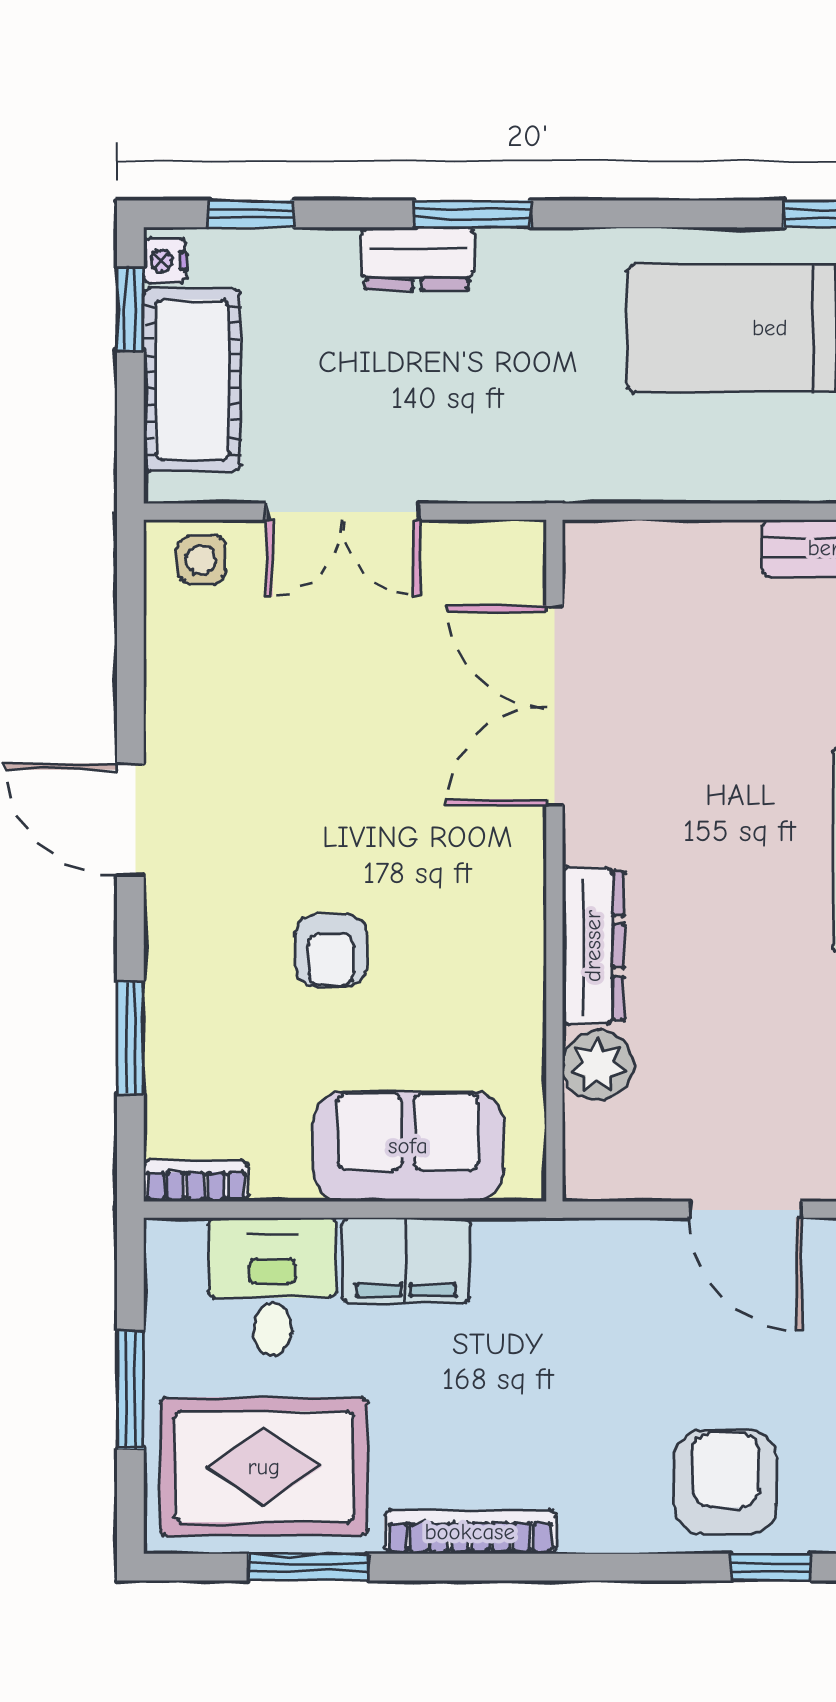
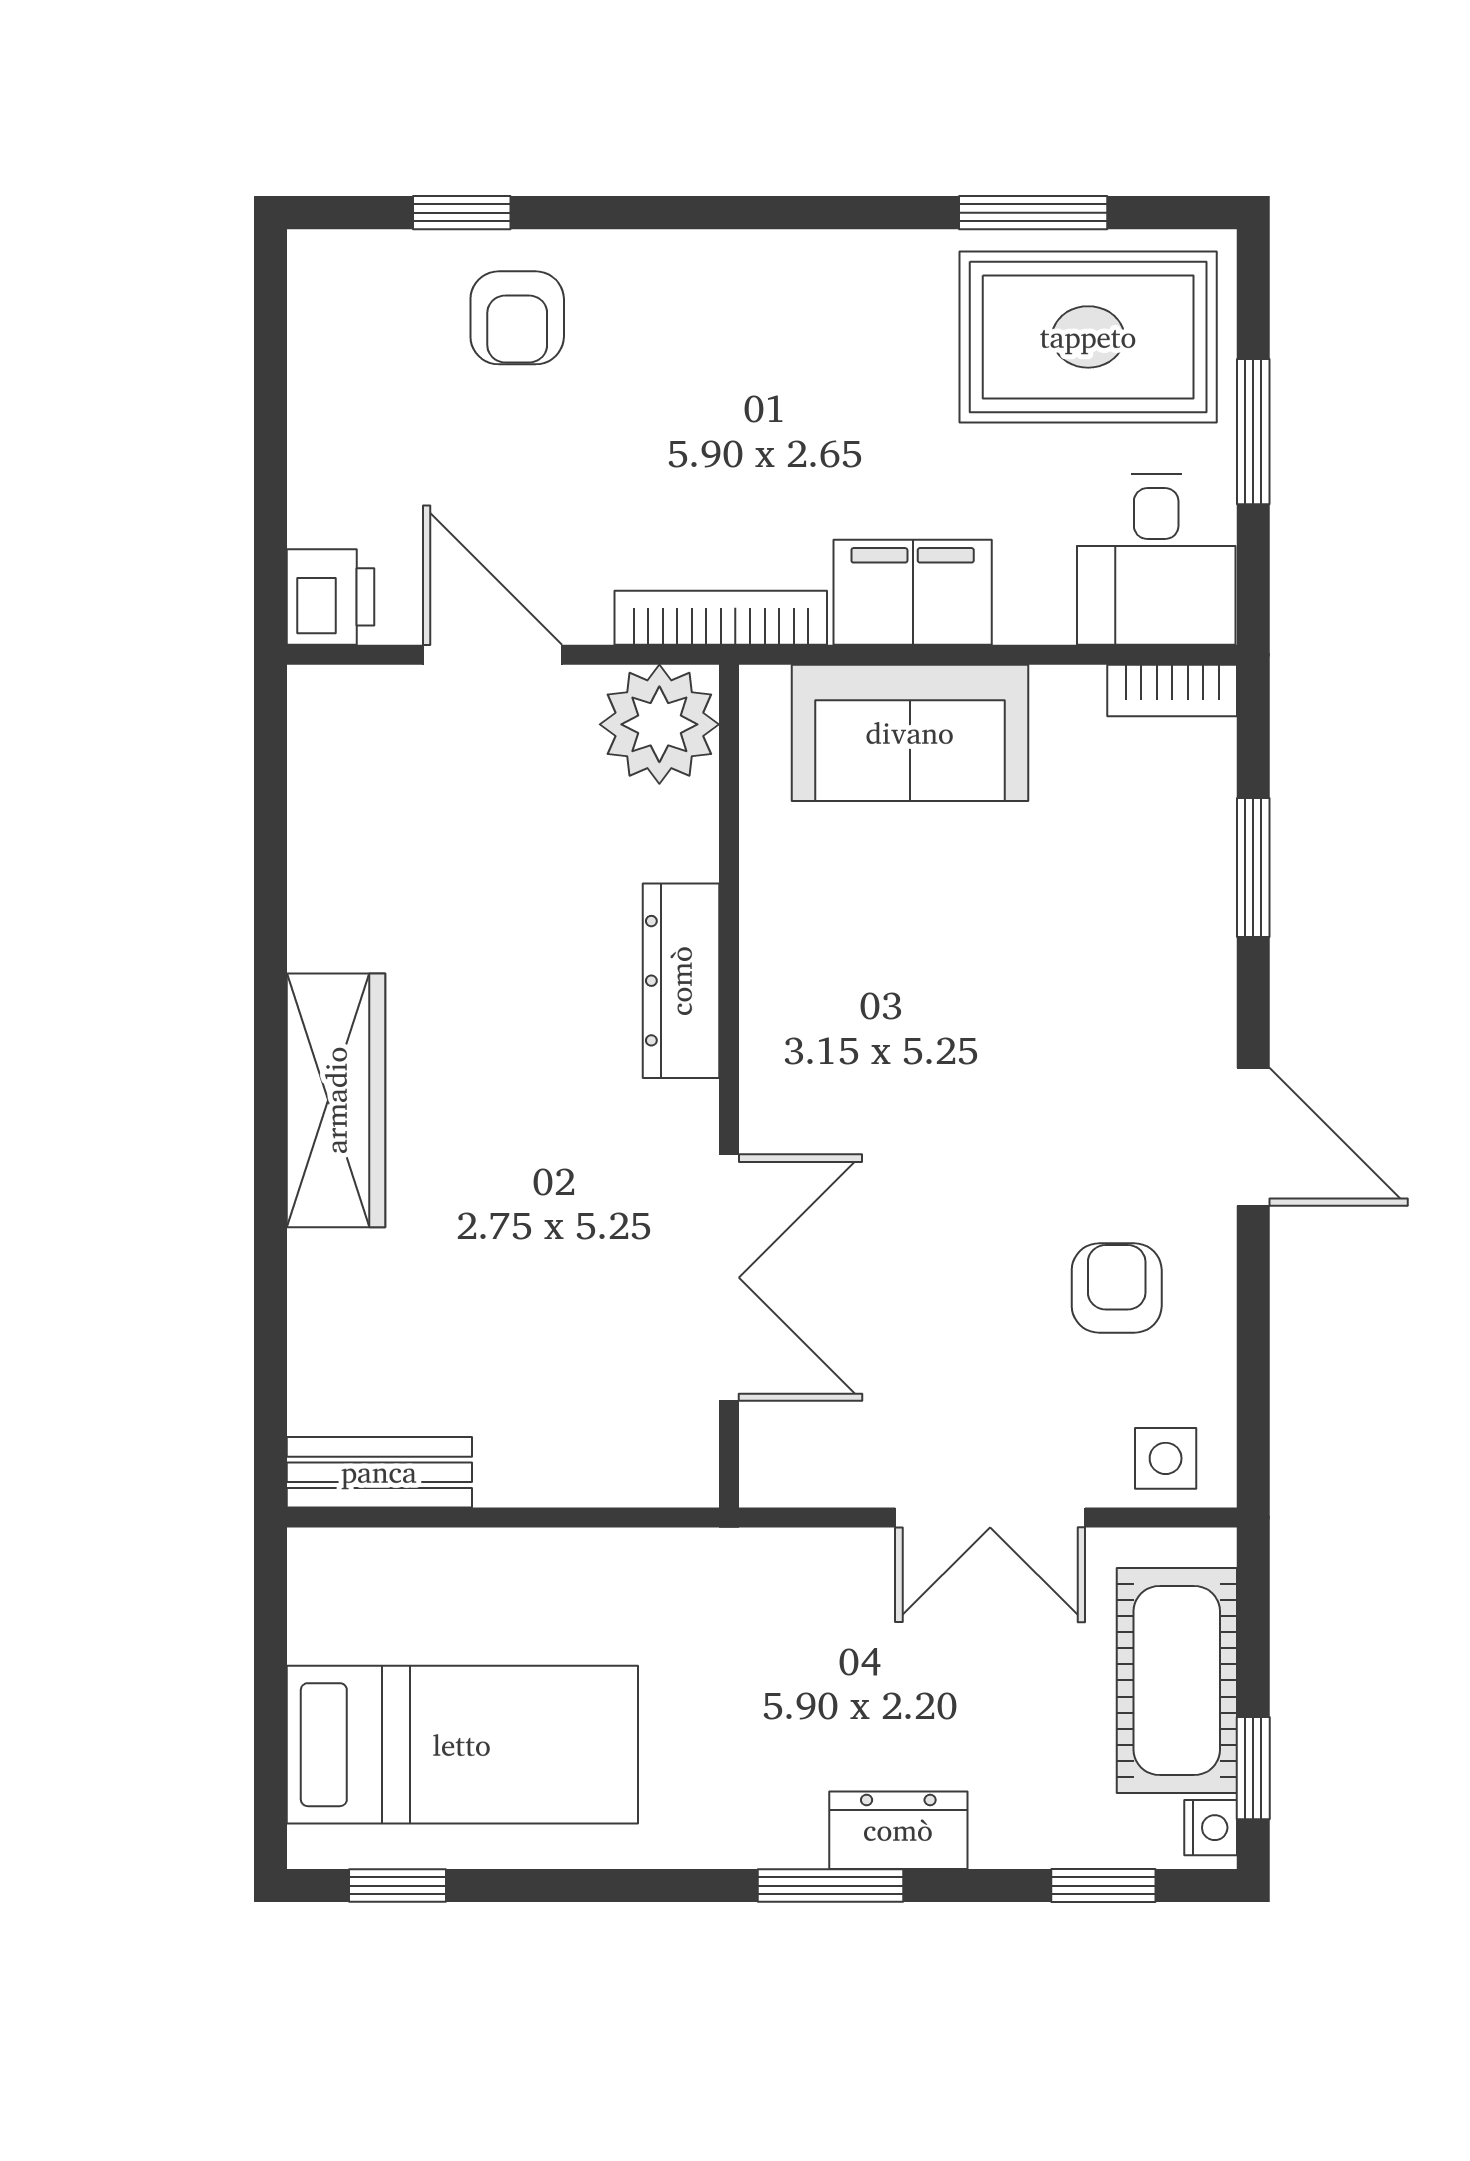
double door: (343, 512) -> (990, 1517), swing flipped
armchair: (331, 951) -> (1117, 1288), moved
plant: (598, 1065) -> (659, 724), moved, width x1.36, depth x1.36
desk: (273, 1287) -> (1156, 560), moved
armchair: (726, 1482) -> (517, 318), width x0.72, depth x0.72
bookcase: (470, 1532) -> (721, 618), moved, turned 180

